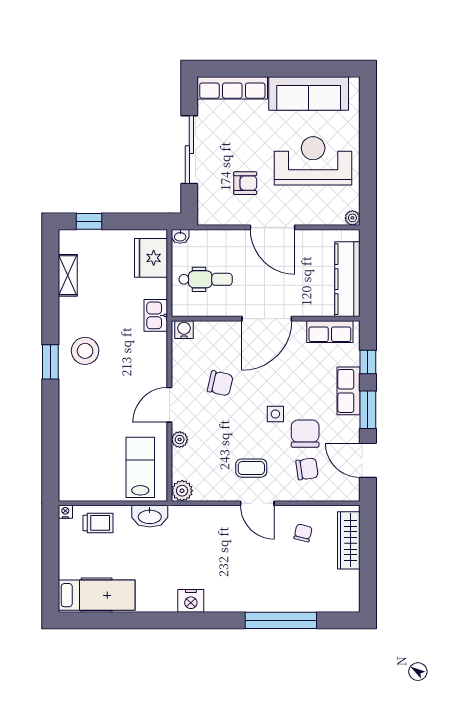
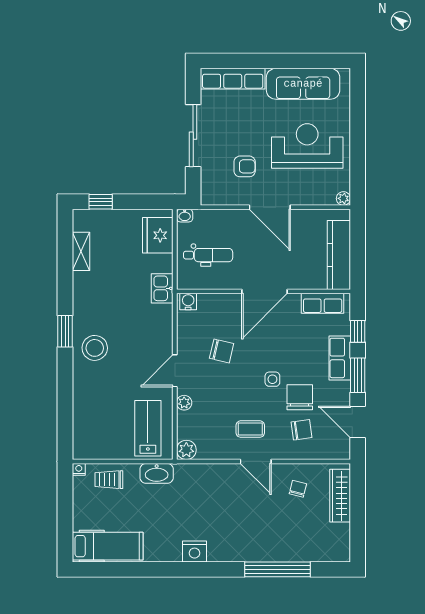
stool: (85, 351) -> (95, 348), moved
trolley: (98, 523) -> (109, 480), turned 180

